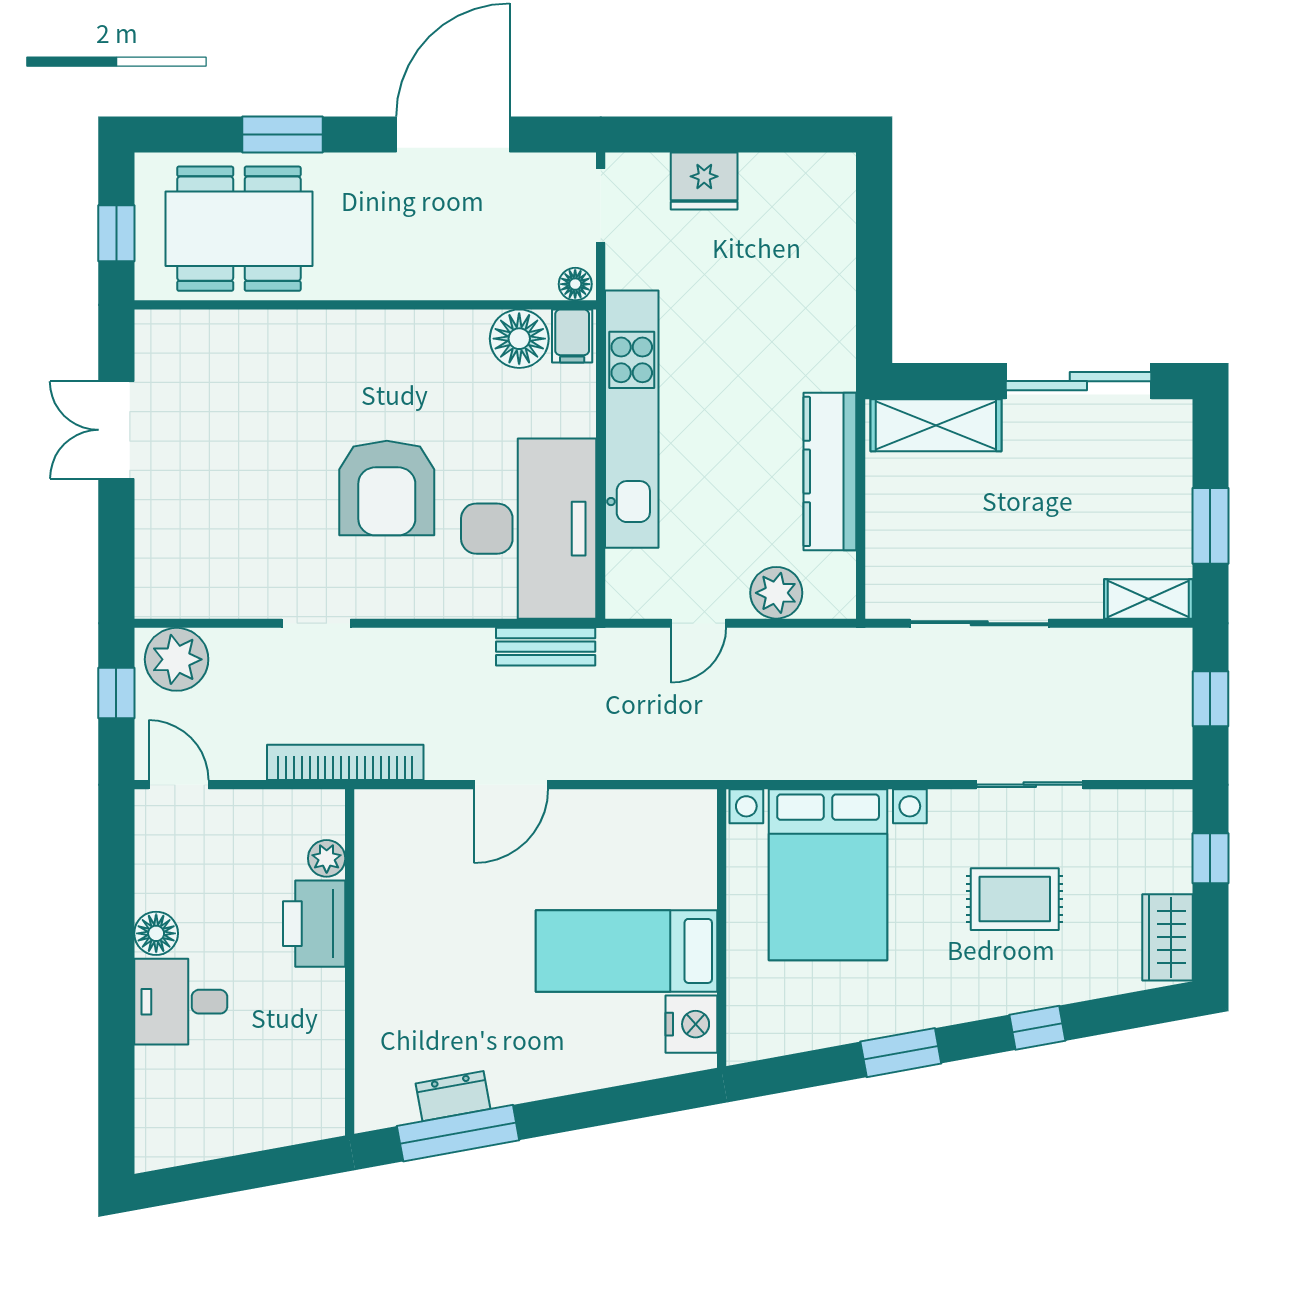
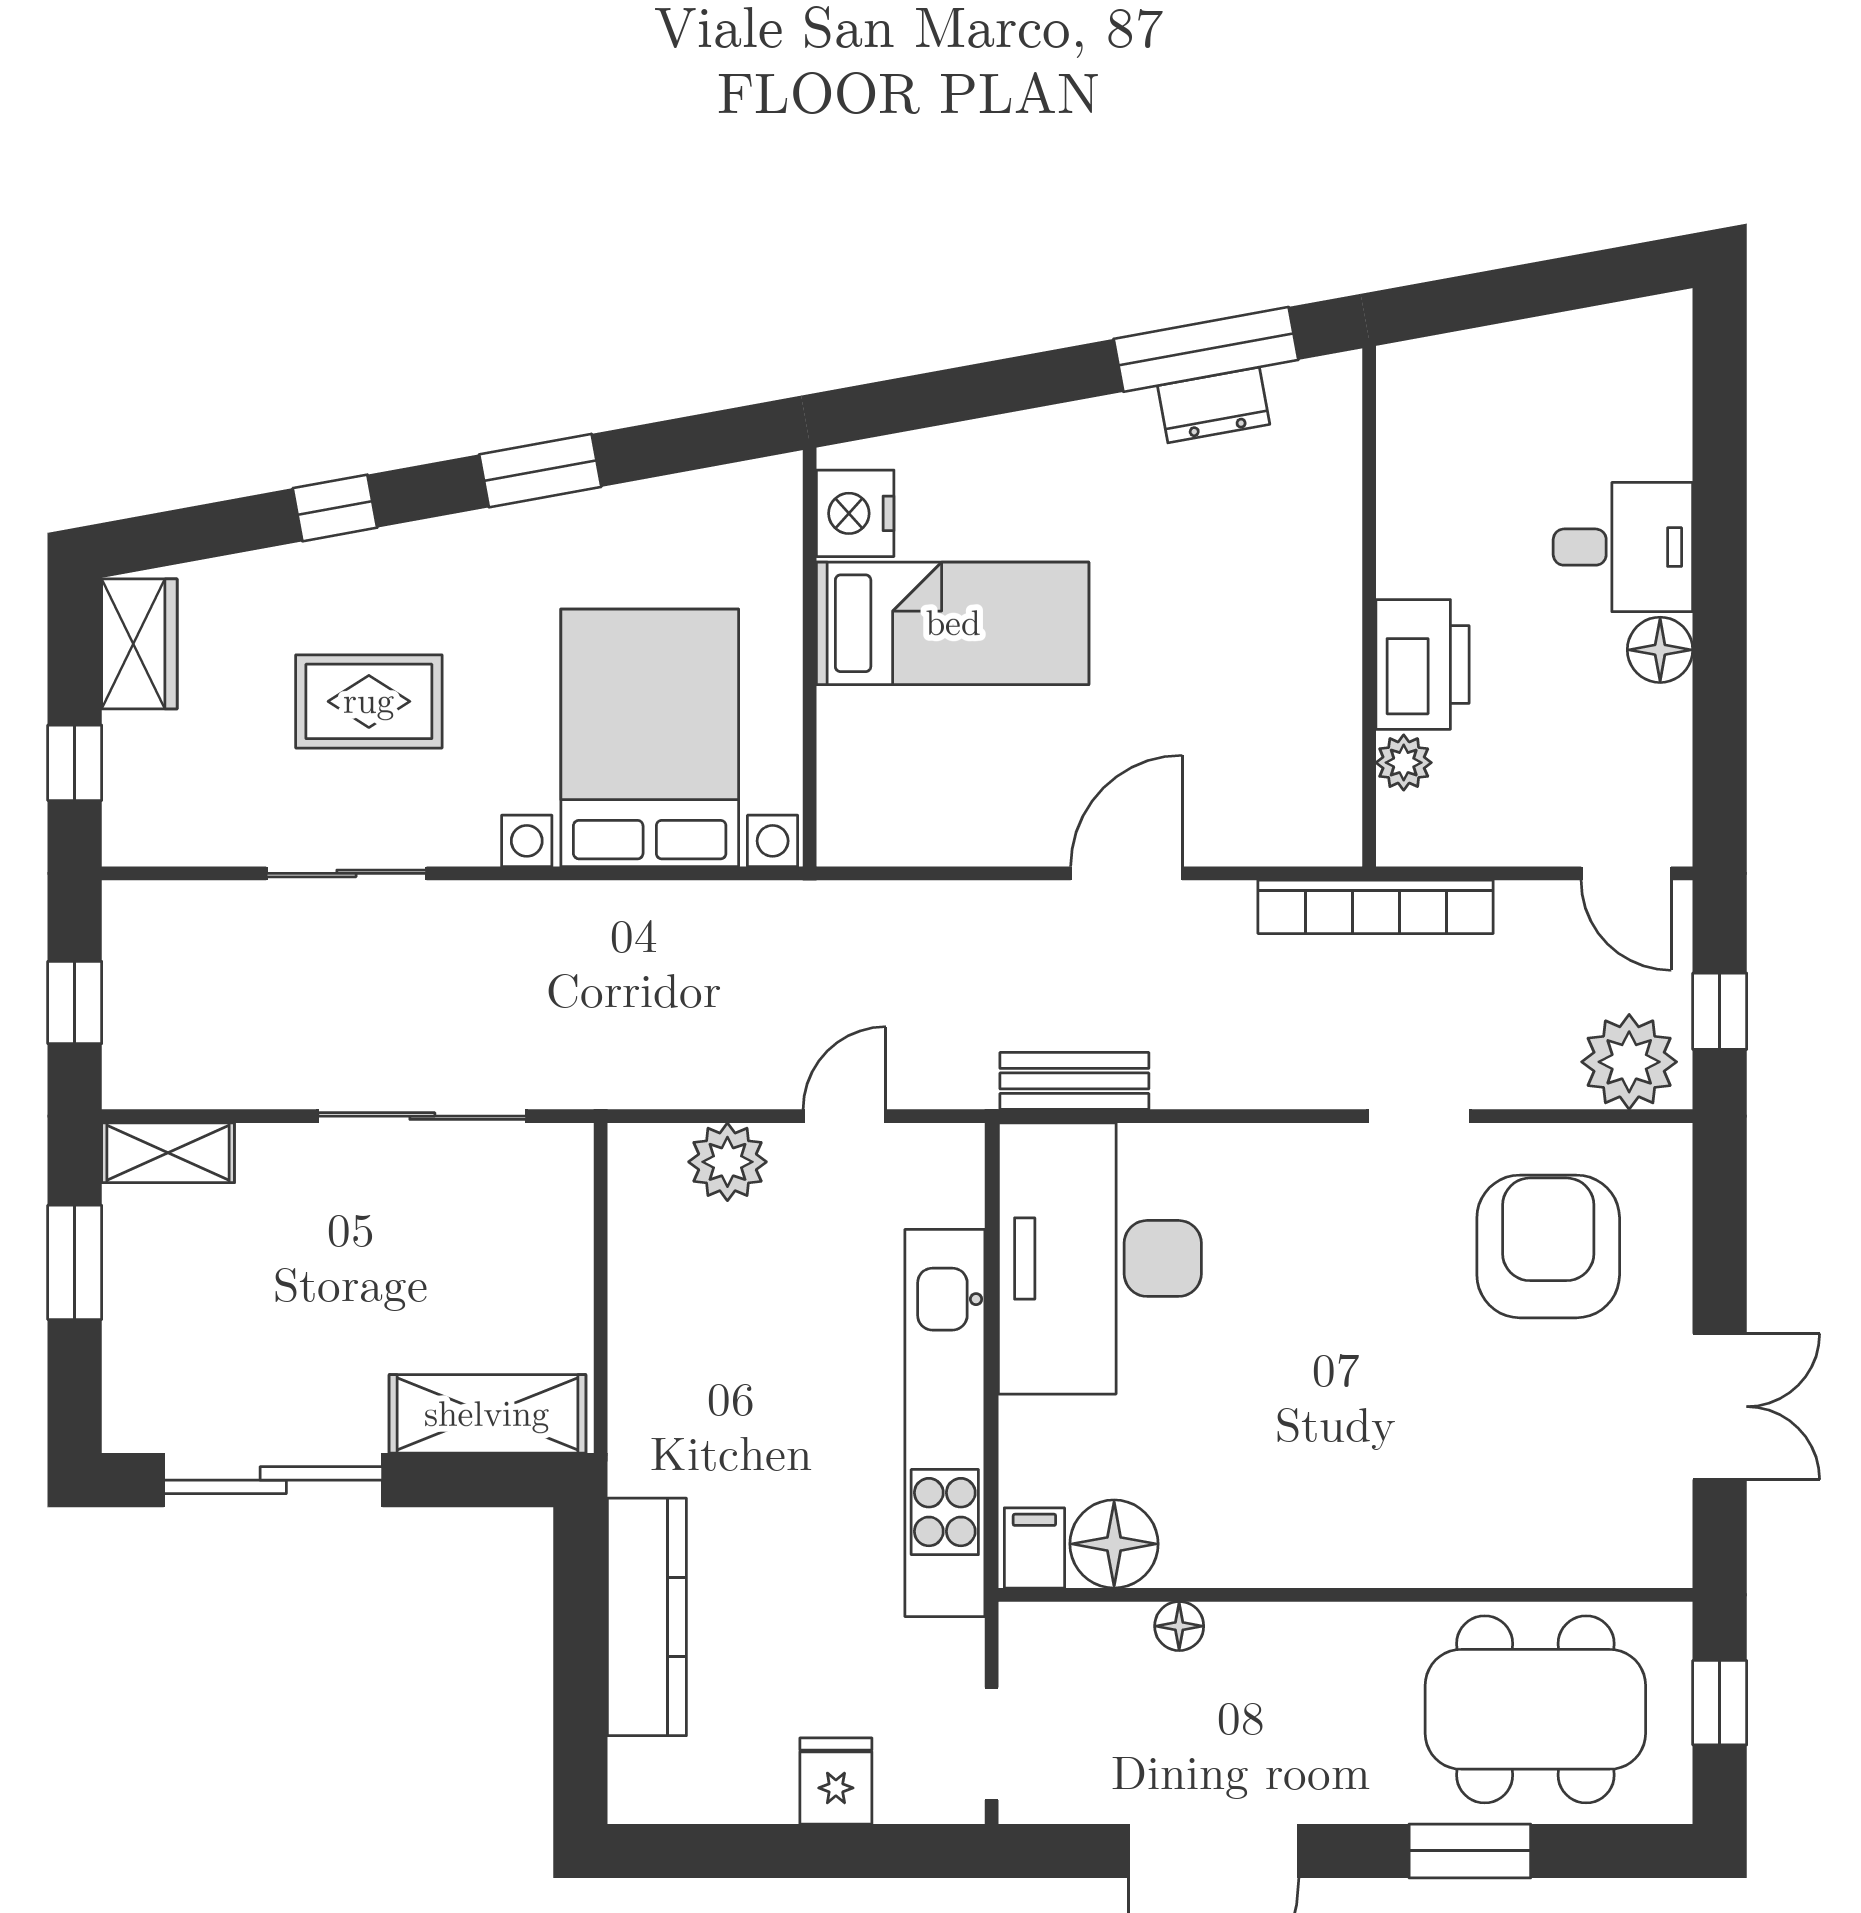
fridge: (704, 181) -> (836, 1781), width x0.72
floor lamp: (575, 284) -> (1179, 1626), moved
kitchen counter: (830, 471) -> (647, 1617), moved
armchair: (387, 488) -> (1548, 1246), moved

